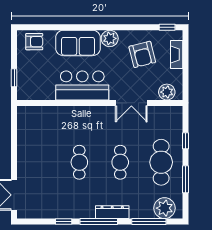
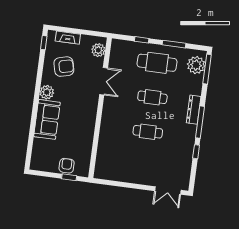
armchair: (34, 42) -> (67, 166), moved
bar counter: (82, 85) -> (83, 121), removed
window: (149, 222) -> (207, 69), moved

